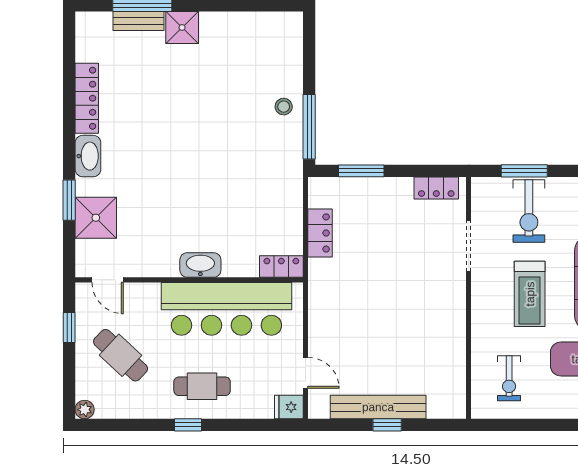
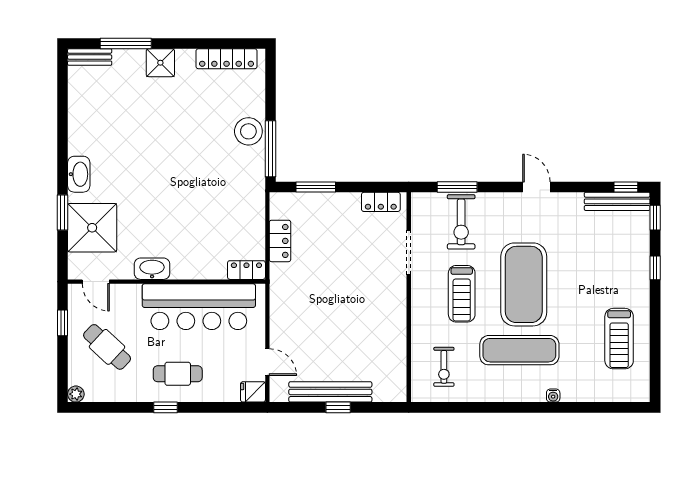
bench: (139, 21) -> (90, 57), moved
locker: (87, 98) -> (227, 59), moved, turned 90
stool: (284, 107) -> (248, 131), width x1.89, depth x1.89
shower: (96, 218) -> (92, 228), width x1.37, depth x1.37
washbasin: (200, 265) -> (152, 269), moved

